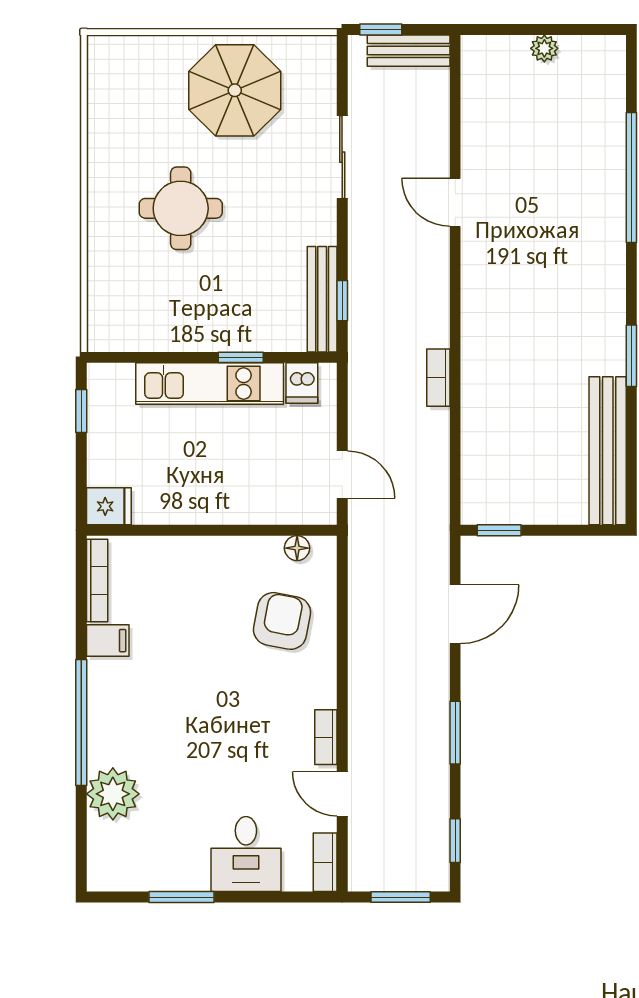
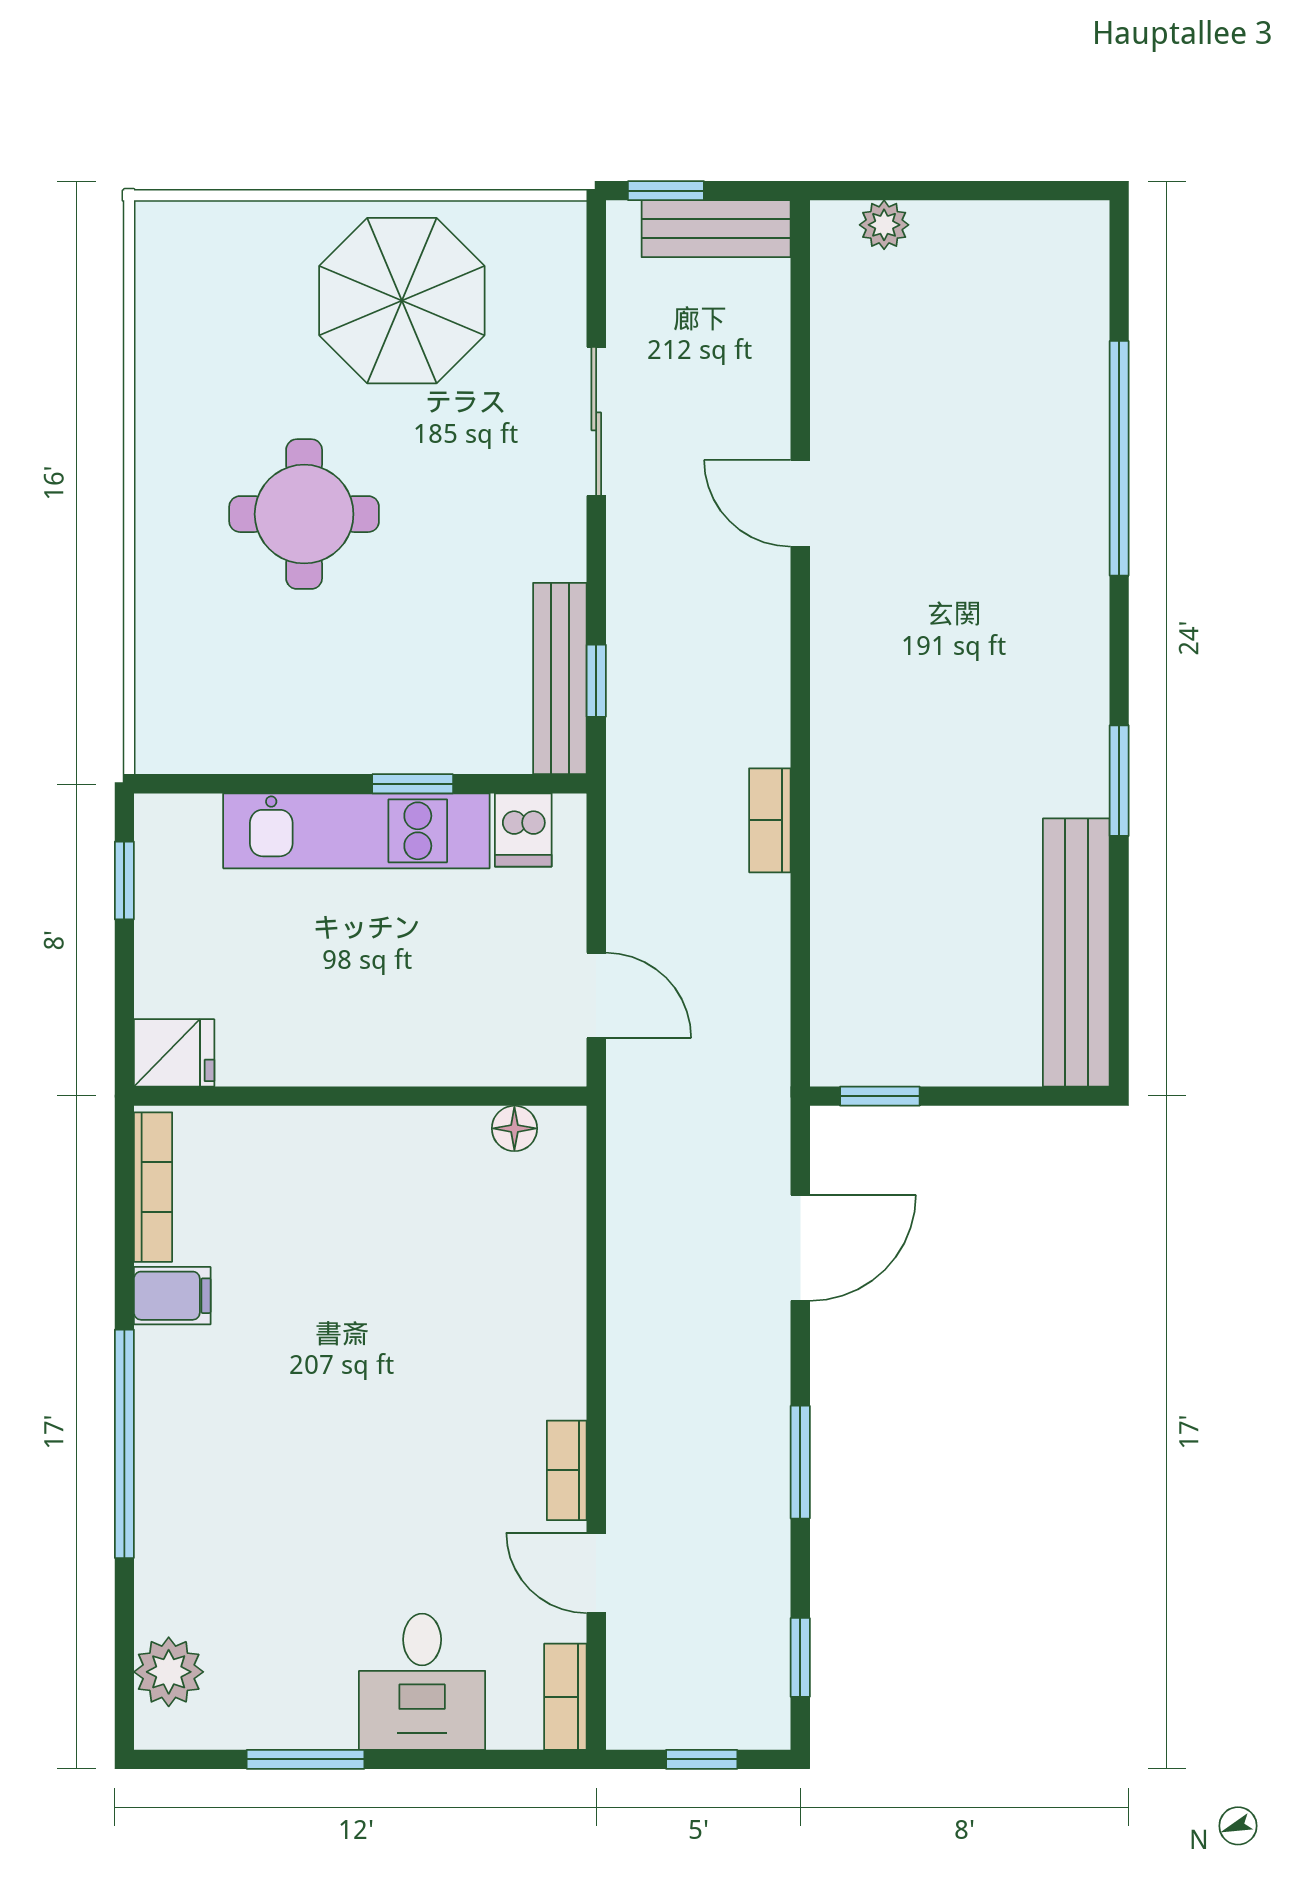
plant: (544, 48) -> (884, 225), moved
armchair: (282, 621) -> (487, 1260), removed
plant: (113, 794) -> (169, 1672), moved, width x0.73, depth x0.73
window: (401, 897) -> (702, 1759), width x0.67

